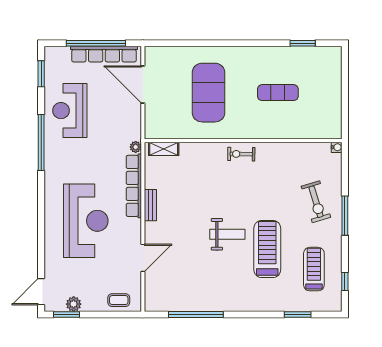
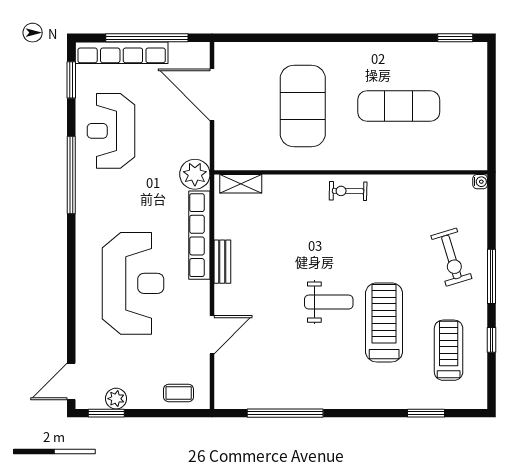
window: (303, 43) -> (455, 38), moved
row of seats: (104, 54) -> (122, 53), moved
exercise mat: (278, 93) -> (399, 106), width x1.36, depth x1.45
plant: (136, 147) -> (195, 174), width x1.87, depth x1.87
window: (345, 281) -> (492, 340), moved

